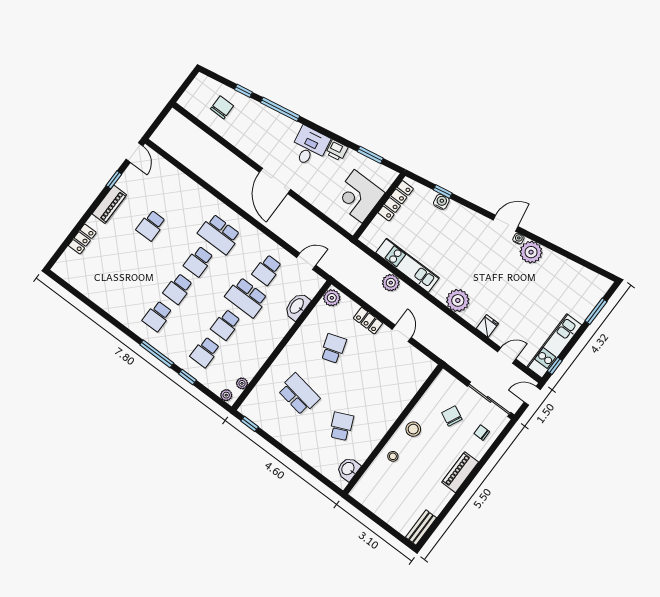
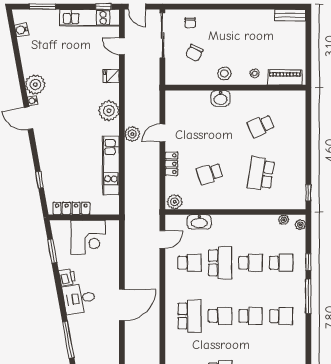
water cooler: (441, 202) -> (21, 30), moved
door: (306, 261) -> (162, 239), swing flipped
plant: (391, 283) -> (132, 134), moved
washbasin: (348, 469) -> (220, 98), moved
piano: (460, 472) -> (285, 77), moved, turned 180

